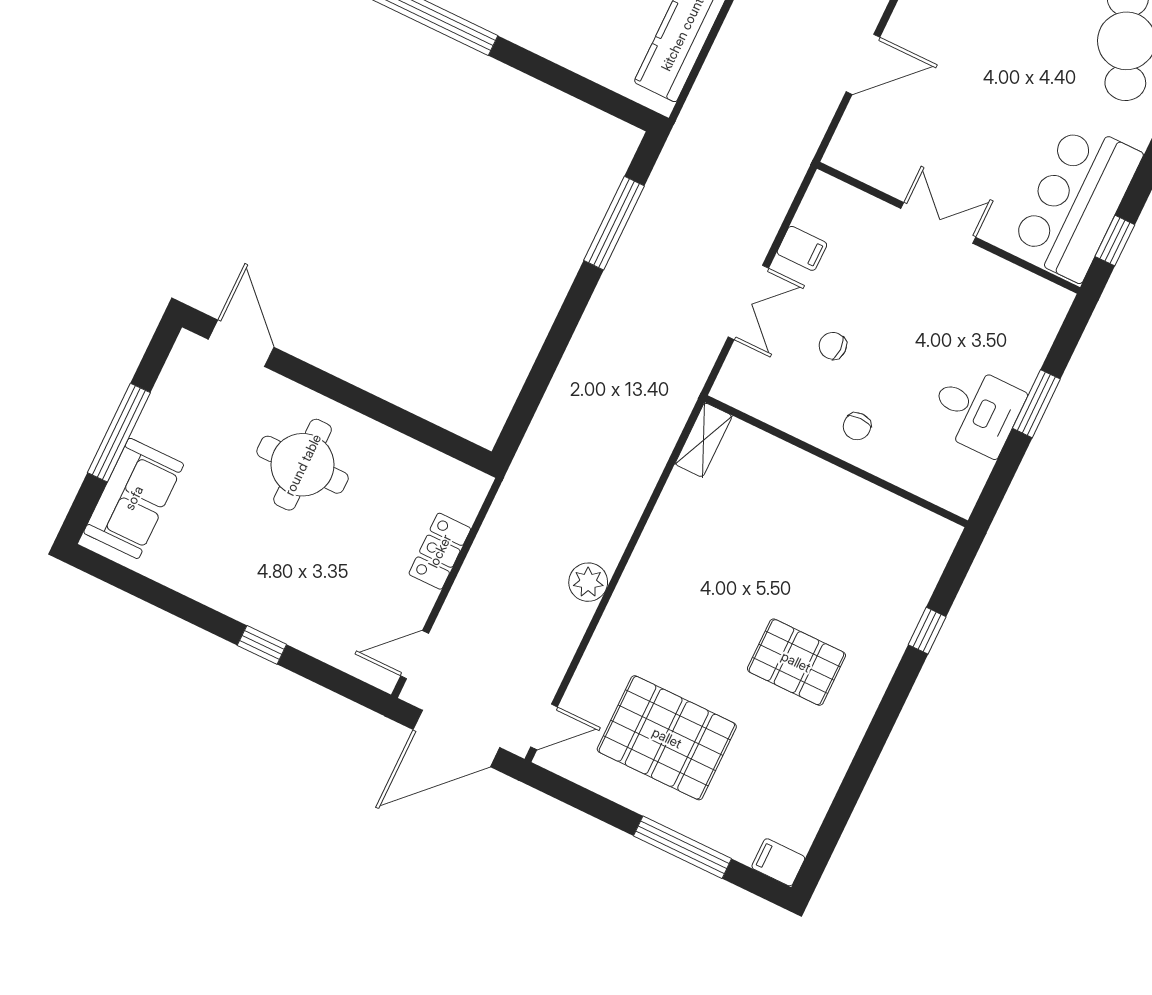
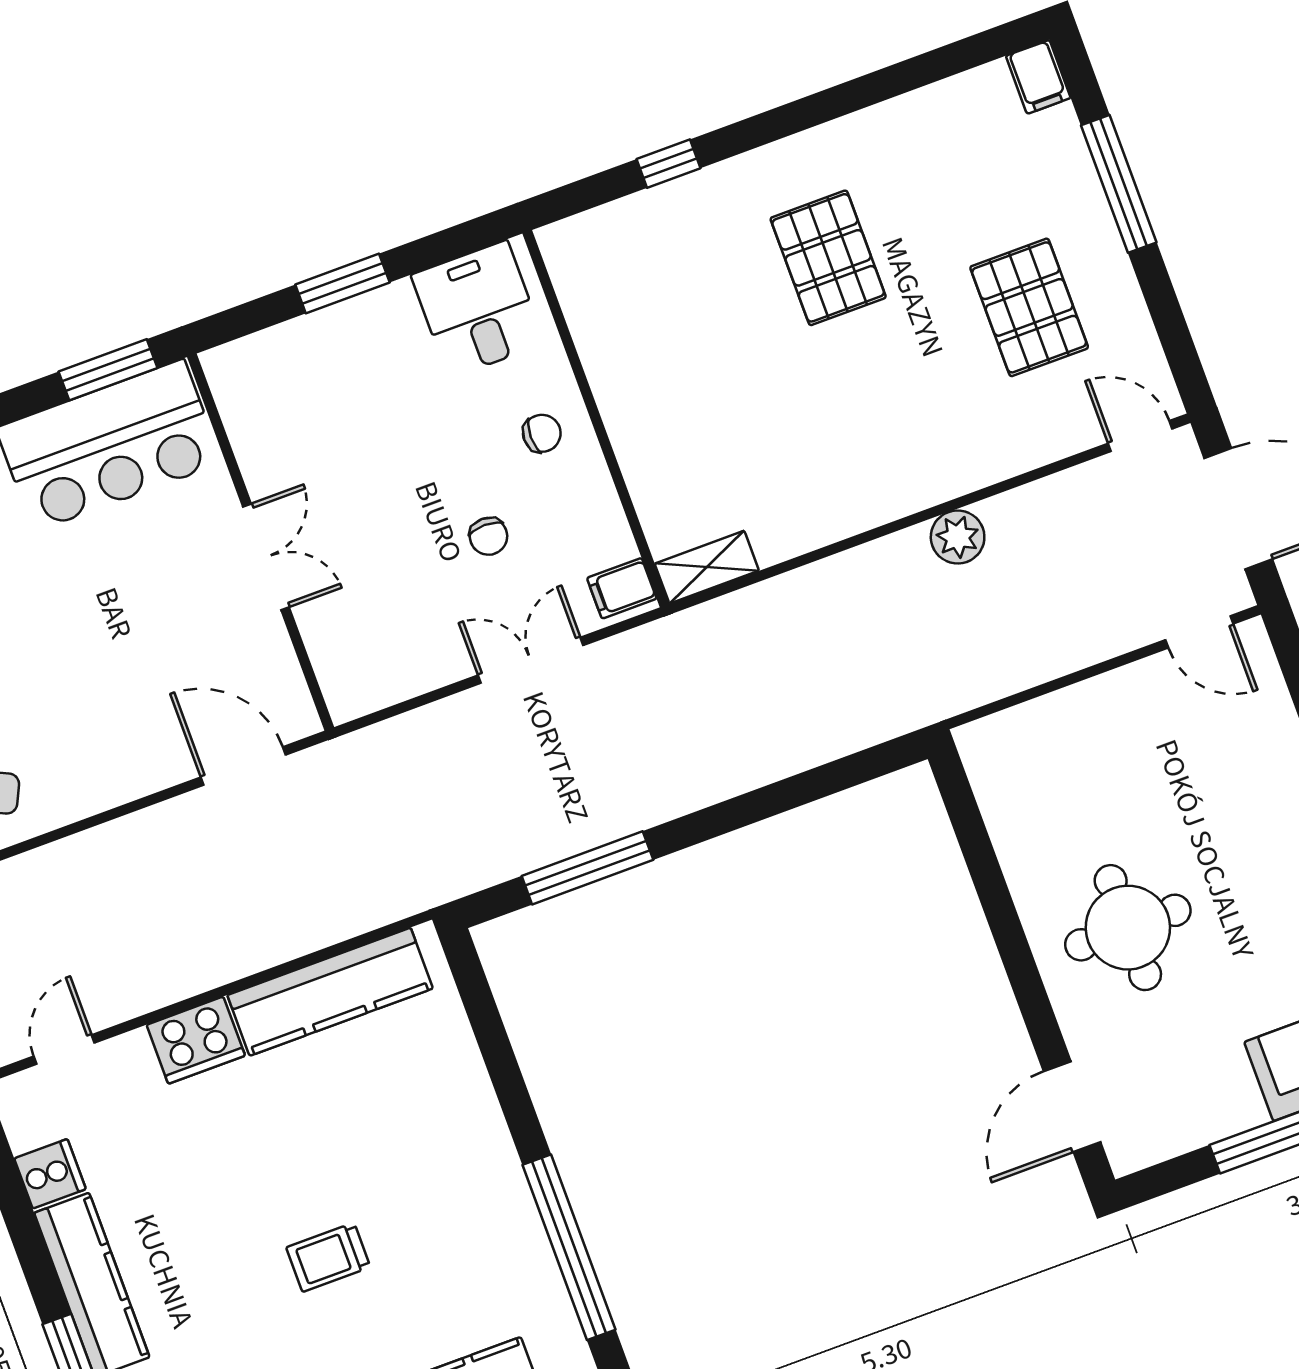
door: (863, 64) -> (243, 766), moved
double door: (938, 223) -> (266, 557), swing flipped
window: (1115, 241) -> (108, 370), width x1.50
filing cabinet: (802, 248) -> (622, 588), moved, turned -90
desk: (976, 410) -> (478, 309), moved
locker: (440, 551) -> (1075, 710), removed
pallet: (667, 738) -> (1029, 307), width x0.73, depth x0.71

